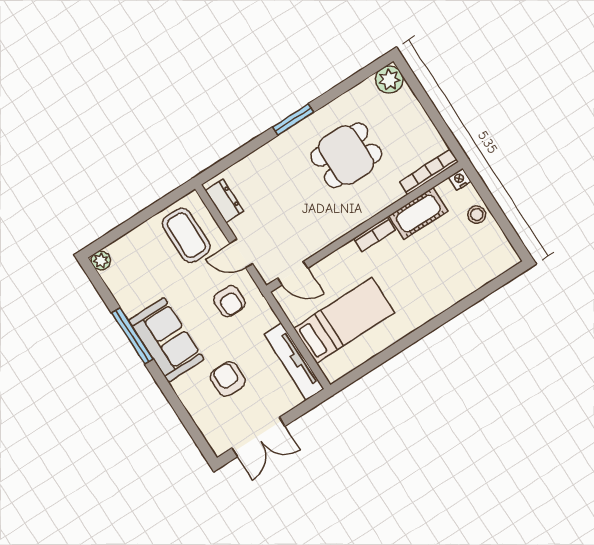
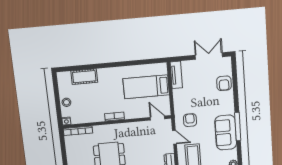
cot: (418, 213) -> (84, 77), moved
sofa: (166, 340) -> (226, 133), moved
tv unit: (294, 362) -> (176, 75), width x0.71
armchair: (228, 379) -> (224, 83), moved

